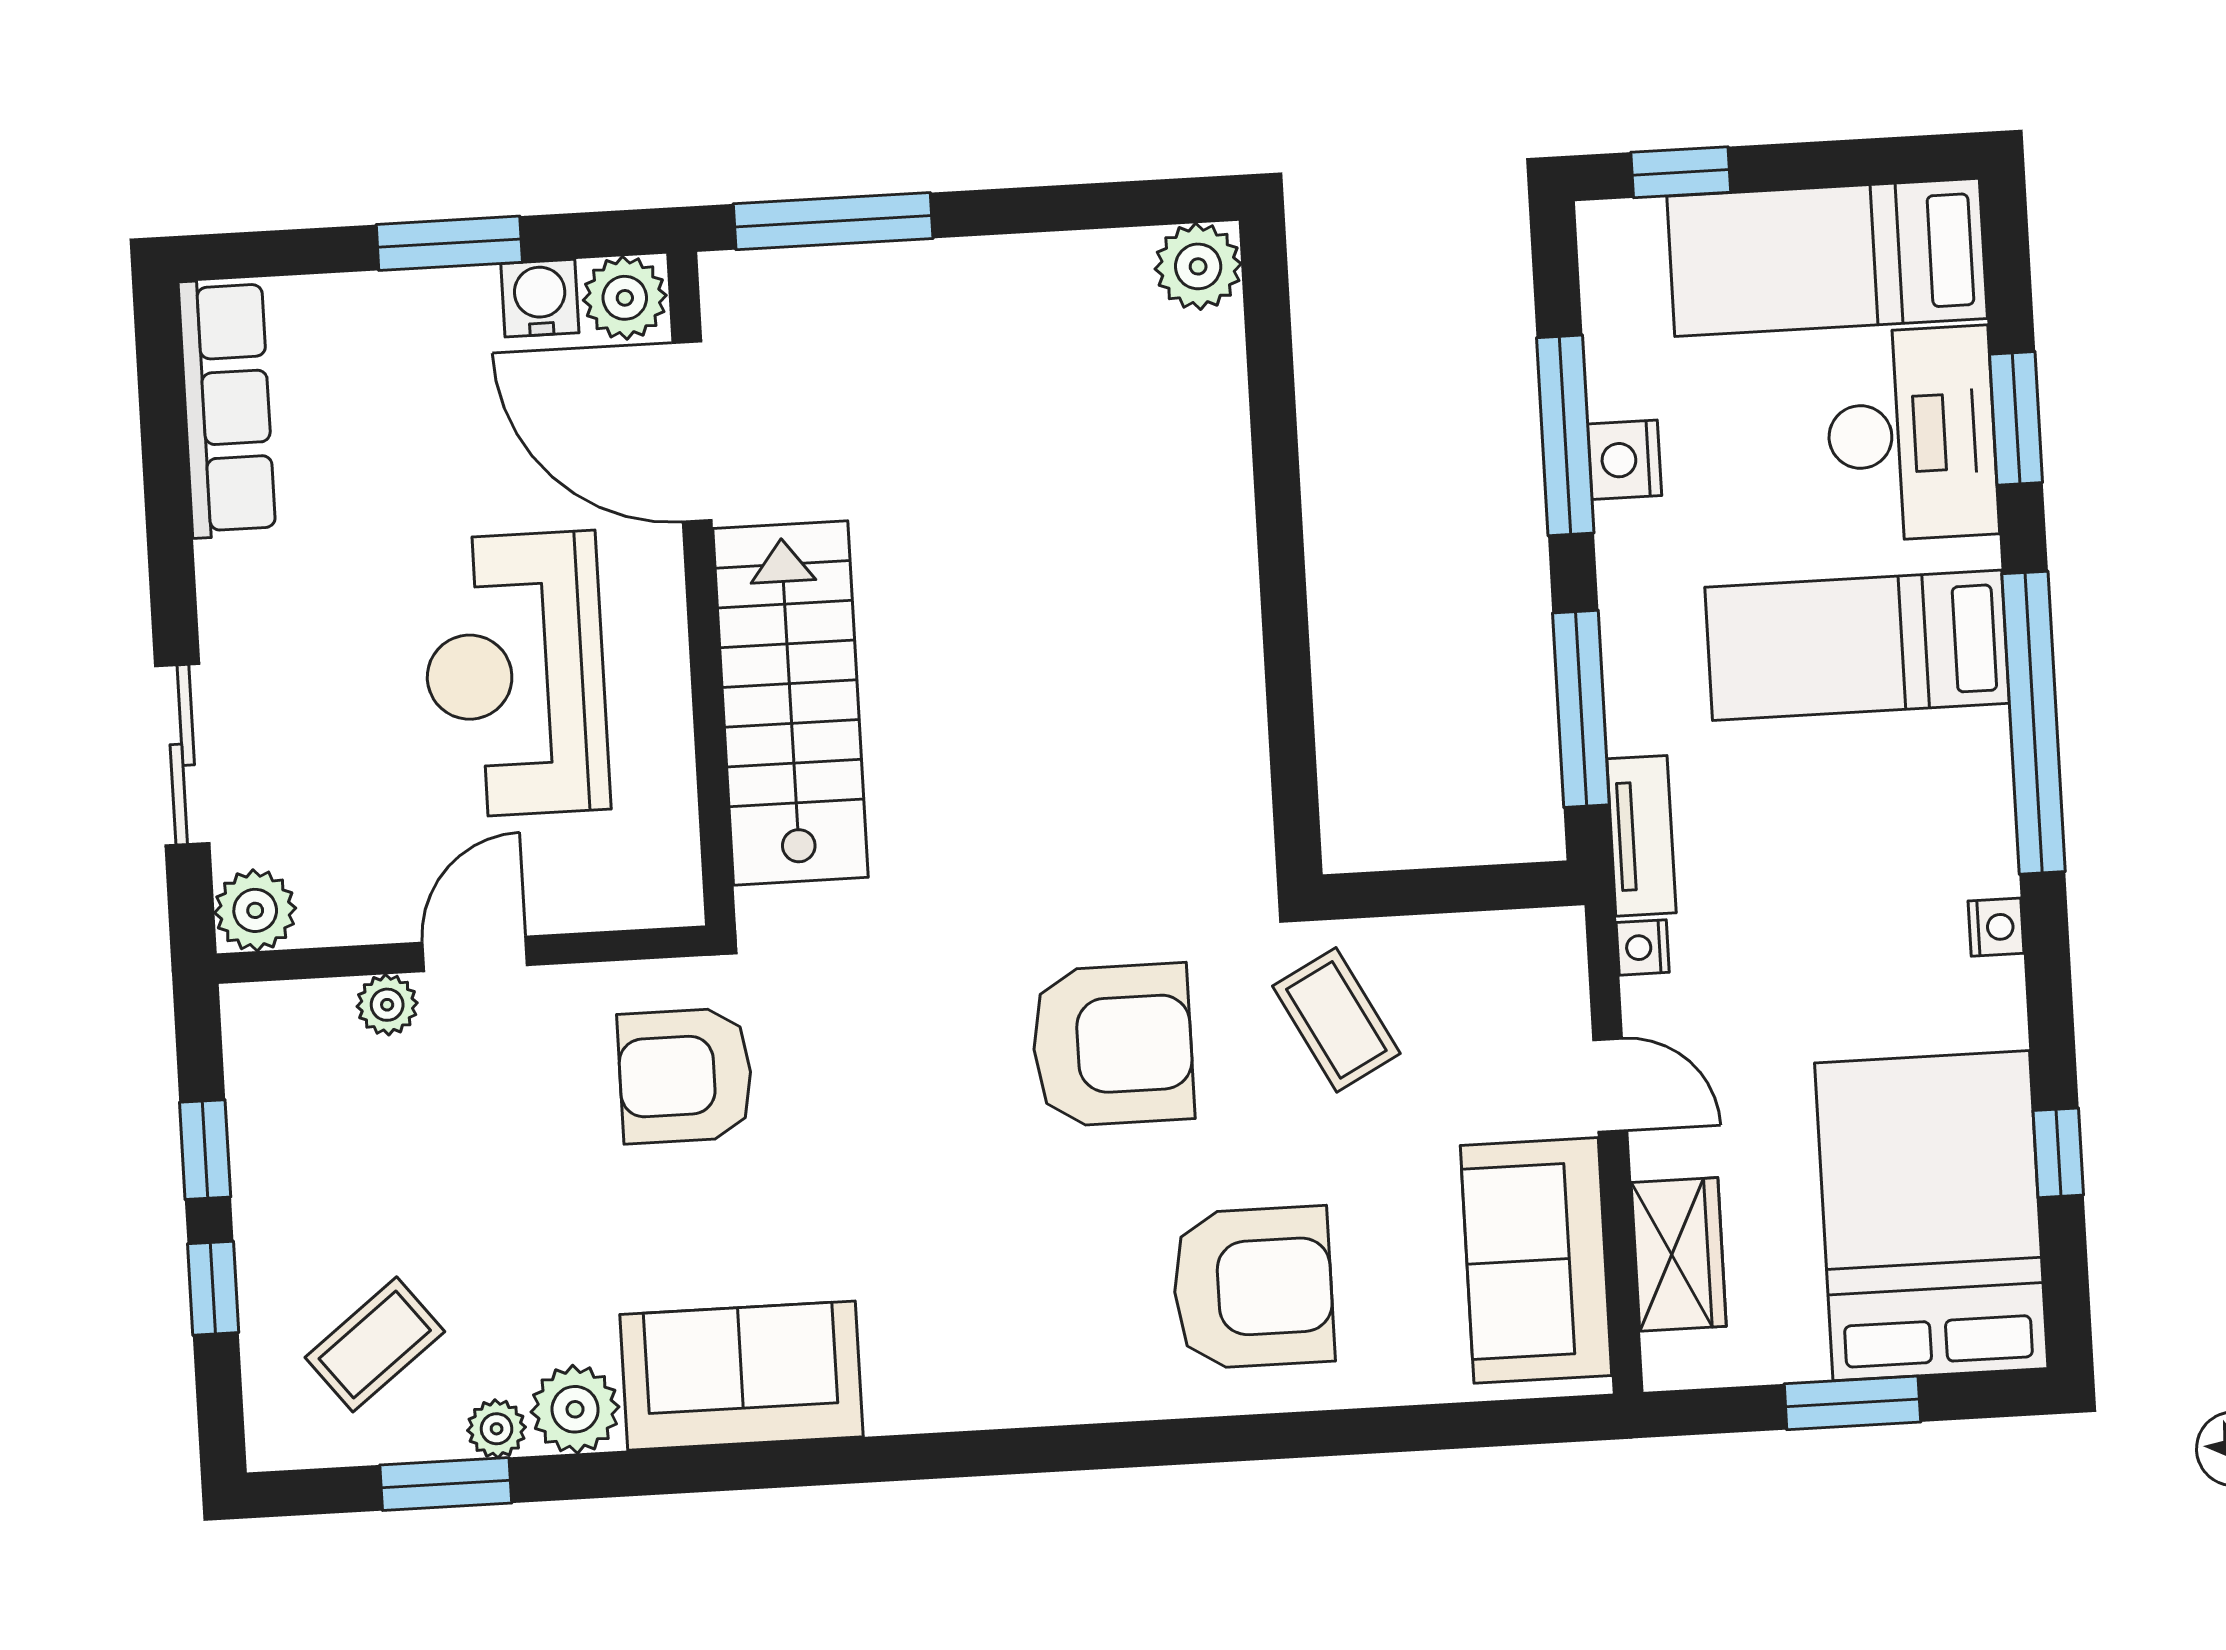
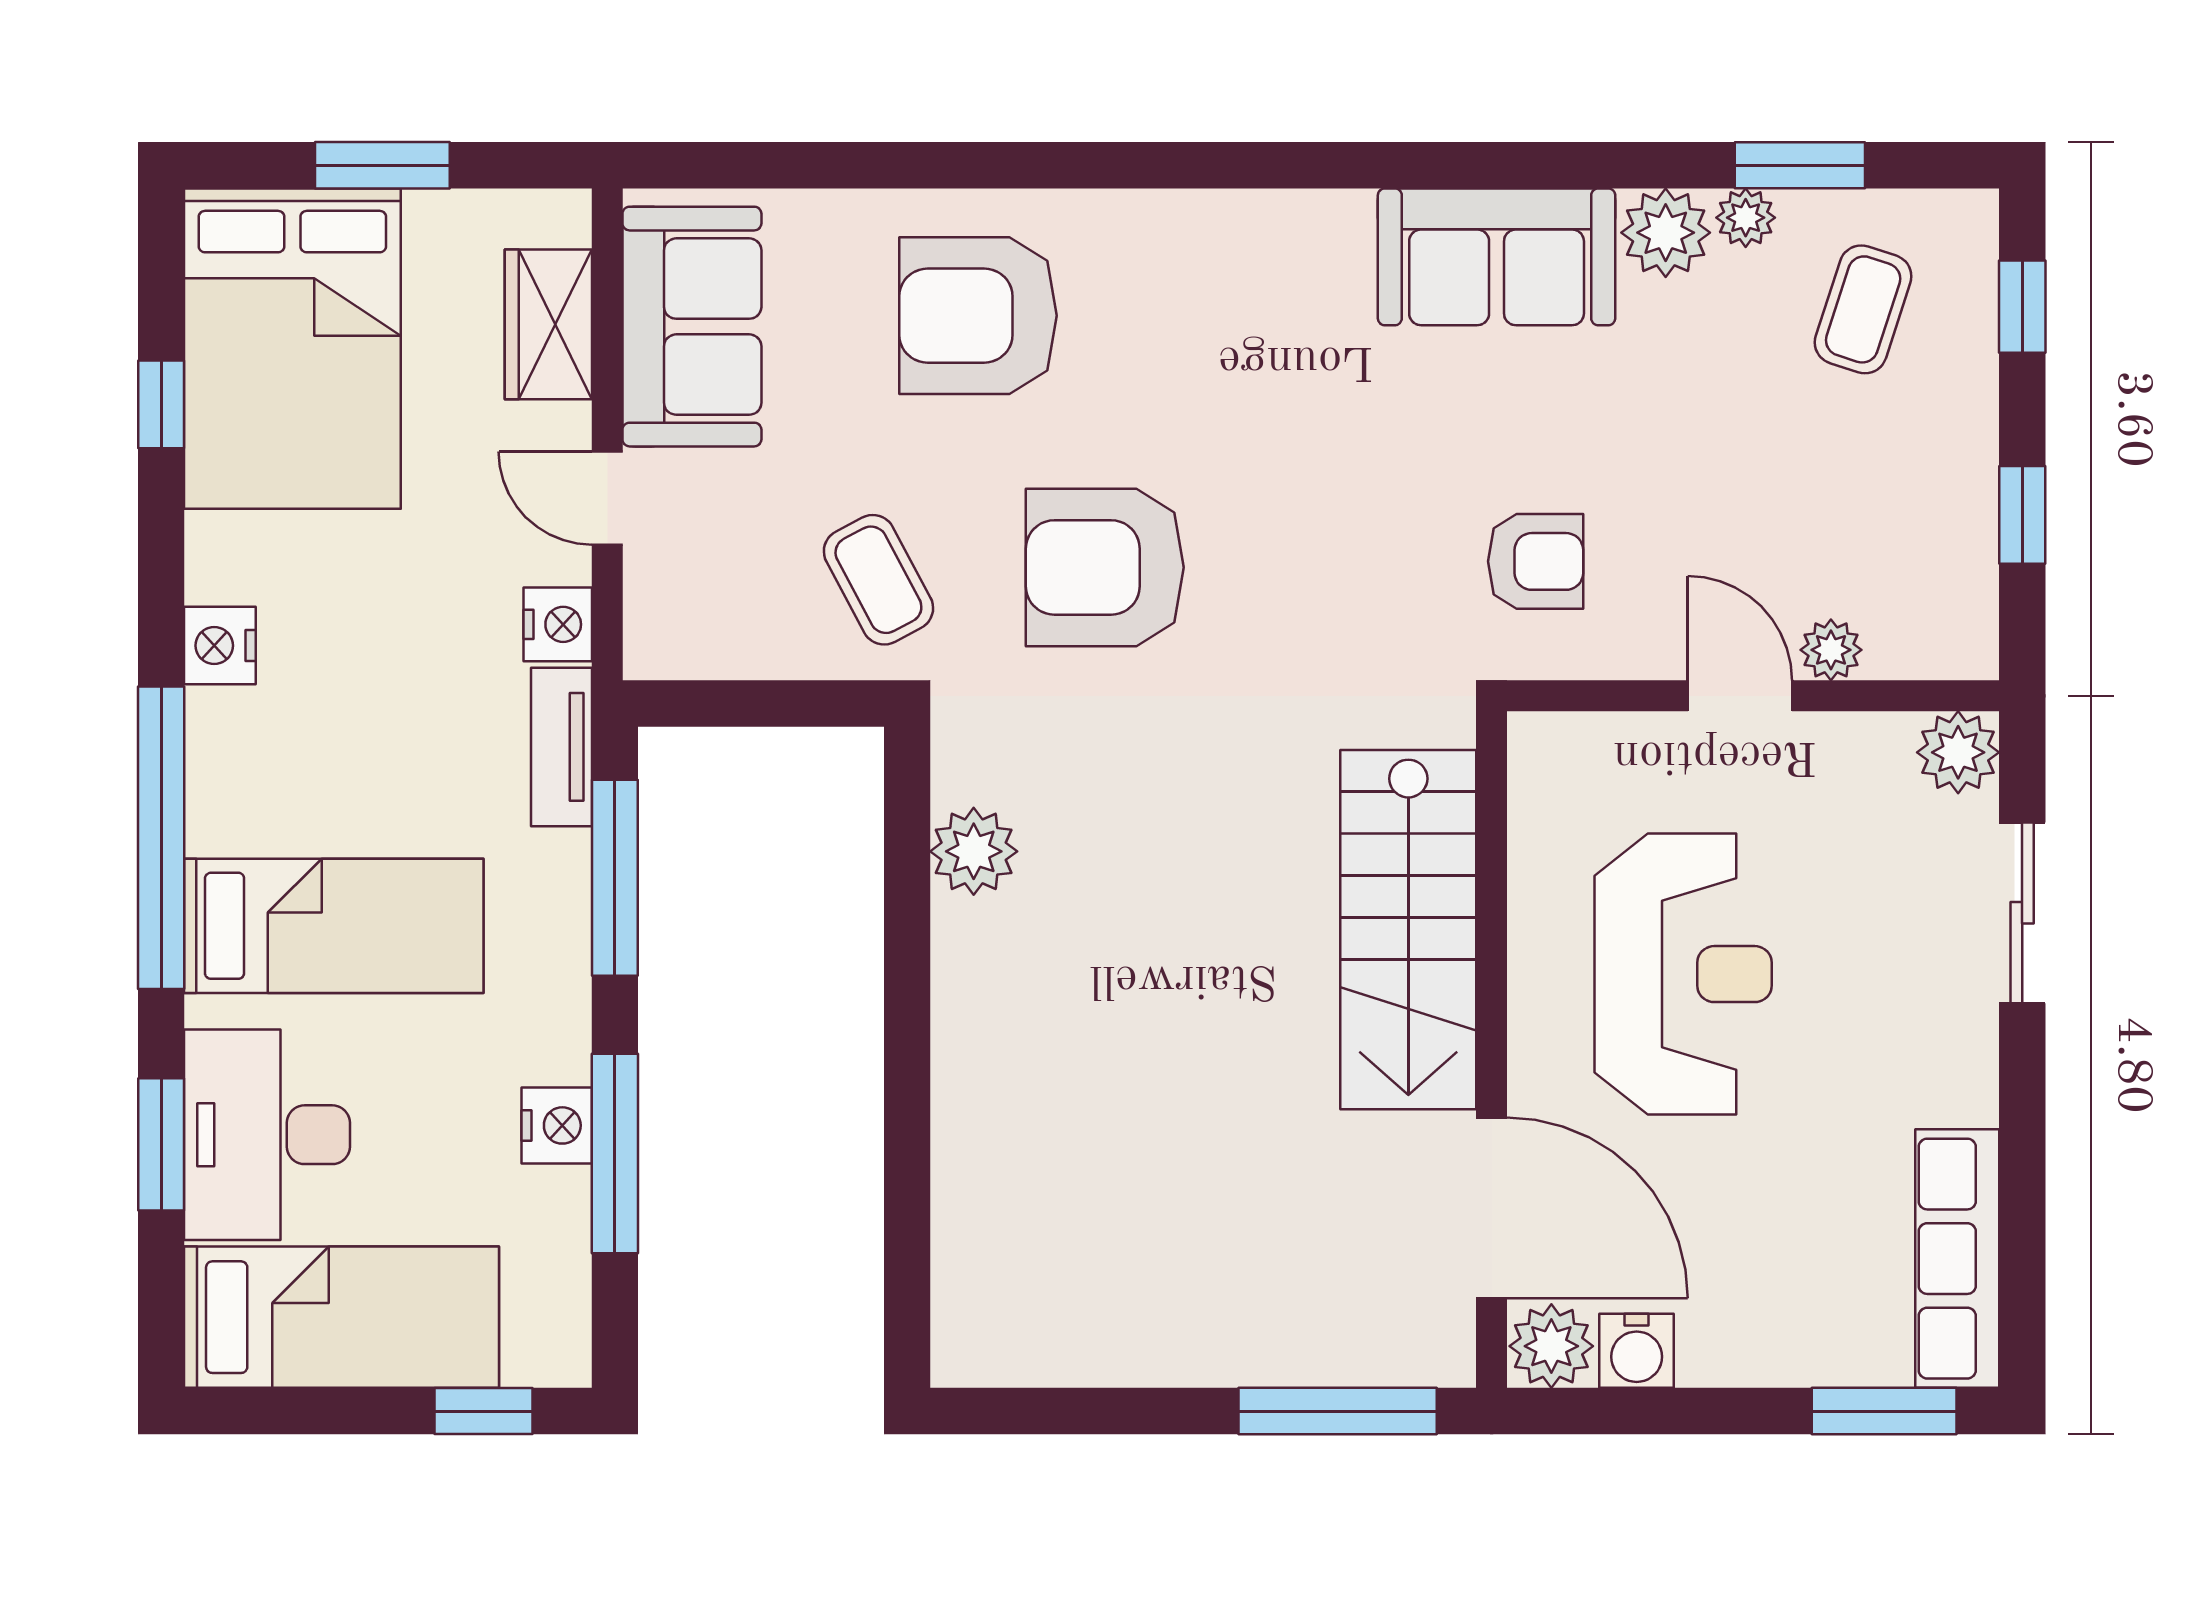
window: (449, 243) -> (1884, 1411), moved
plant: (1198, 266) -> (974, 851), moved
nightstand: (1996, 927) -> (220, 646), width x1.39, depth x1.35
nightstand: (1643, 947) -> (558, 624), width x1.39, depth x1.35
door: (475, 954) -> (1740, 696), swing flipped
armchair: (685, 1076) -> (1536, 561), width x0.72, depth x0.72
window: (213, 1288) -> (2022, 307), moved
coffee table: (375, 1344) -> (1863, 309), turned -34

